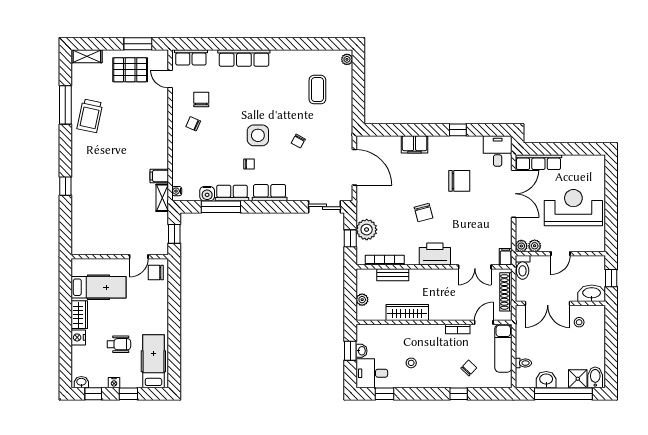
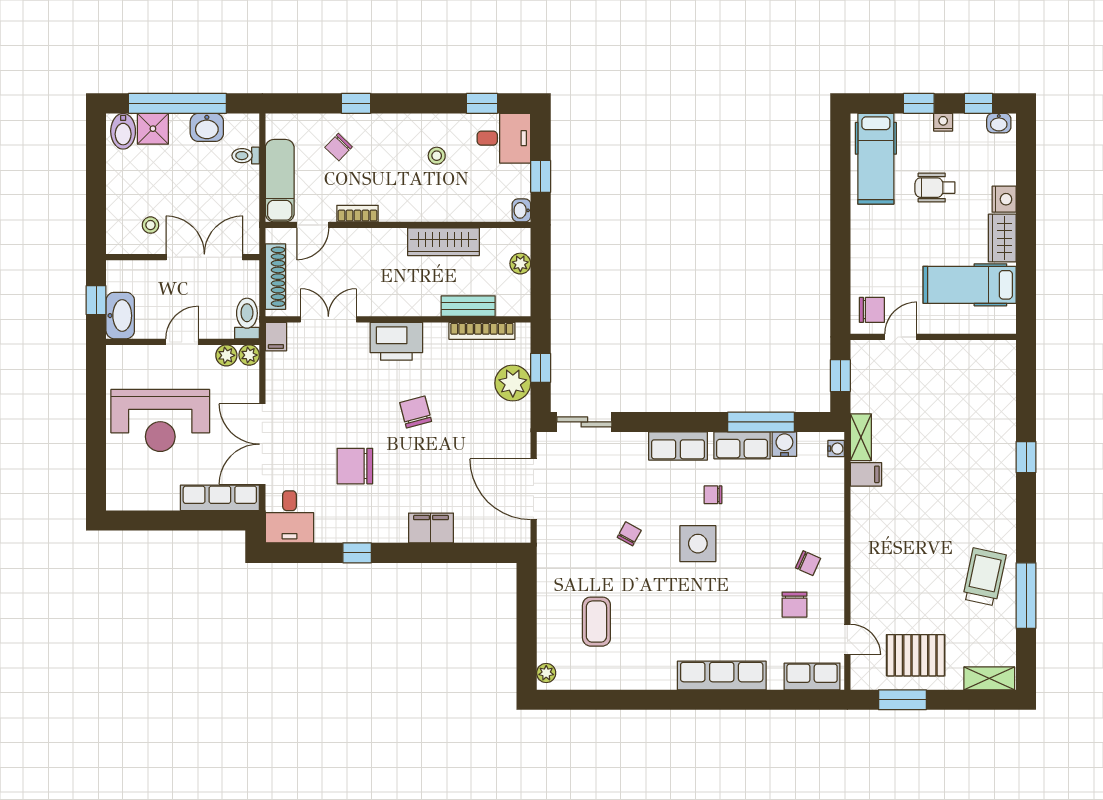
washbasin: (592, 293) -> (120, 316), moved, turned -90
washbasin: (361, 351) -> (521, 210), moved

